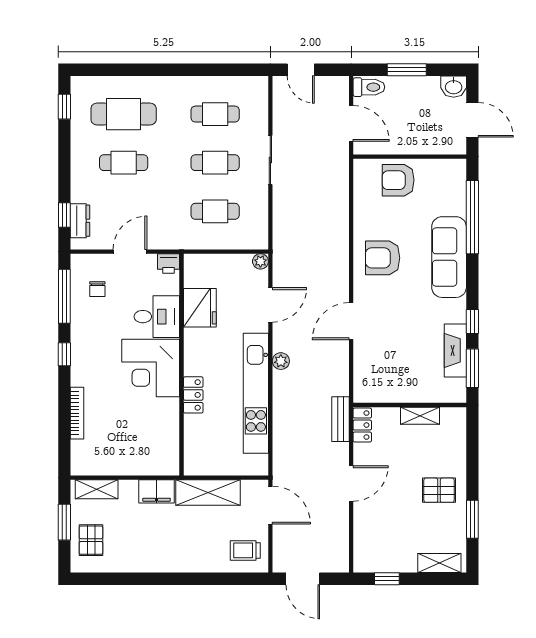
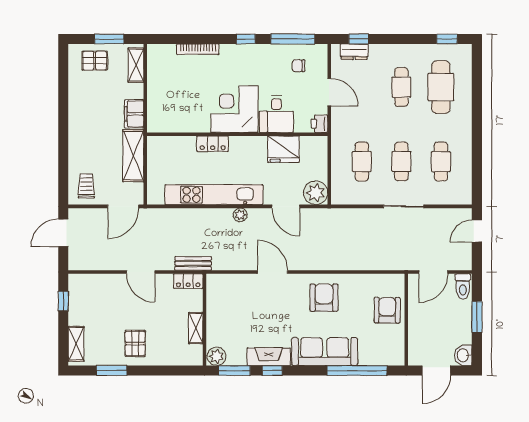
plant: (260, 261) -> (316, 193), width x1.88, depth x1.88
fireplace: (455, 350) -> (269, 357), moved
plant: (455, 390) -> (216, 356), added

